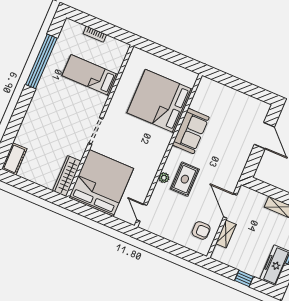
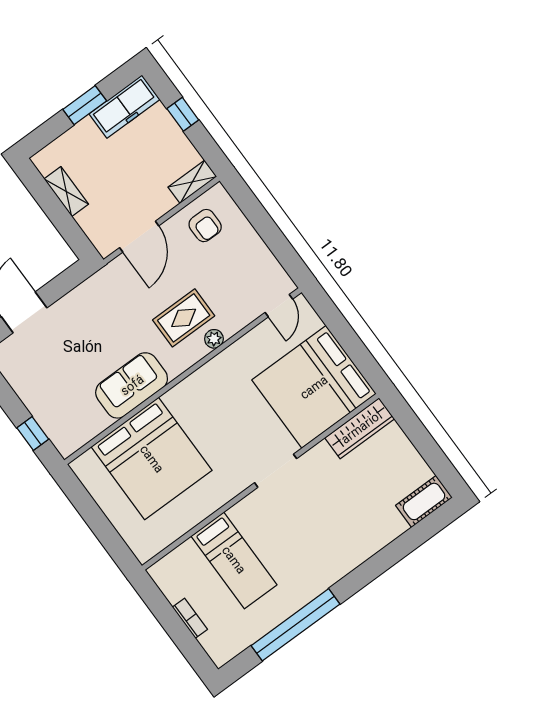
window: (225, 79) -> (33, 434), added
armchair: (201, 230) -> (205, 226), turned 180
shelving: (226, 234) -> (192, 182), moved

